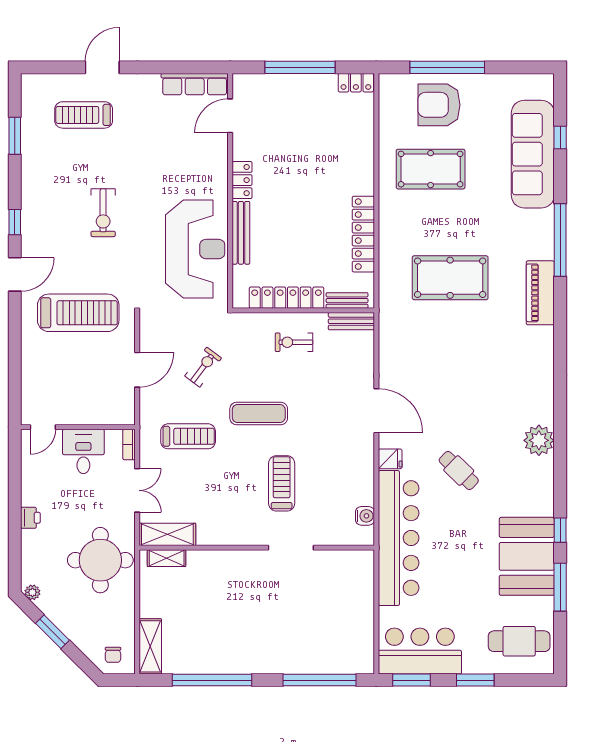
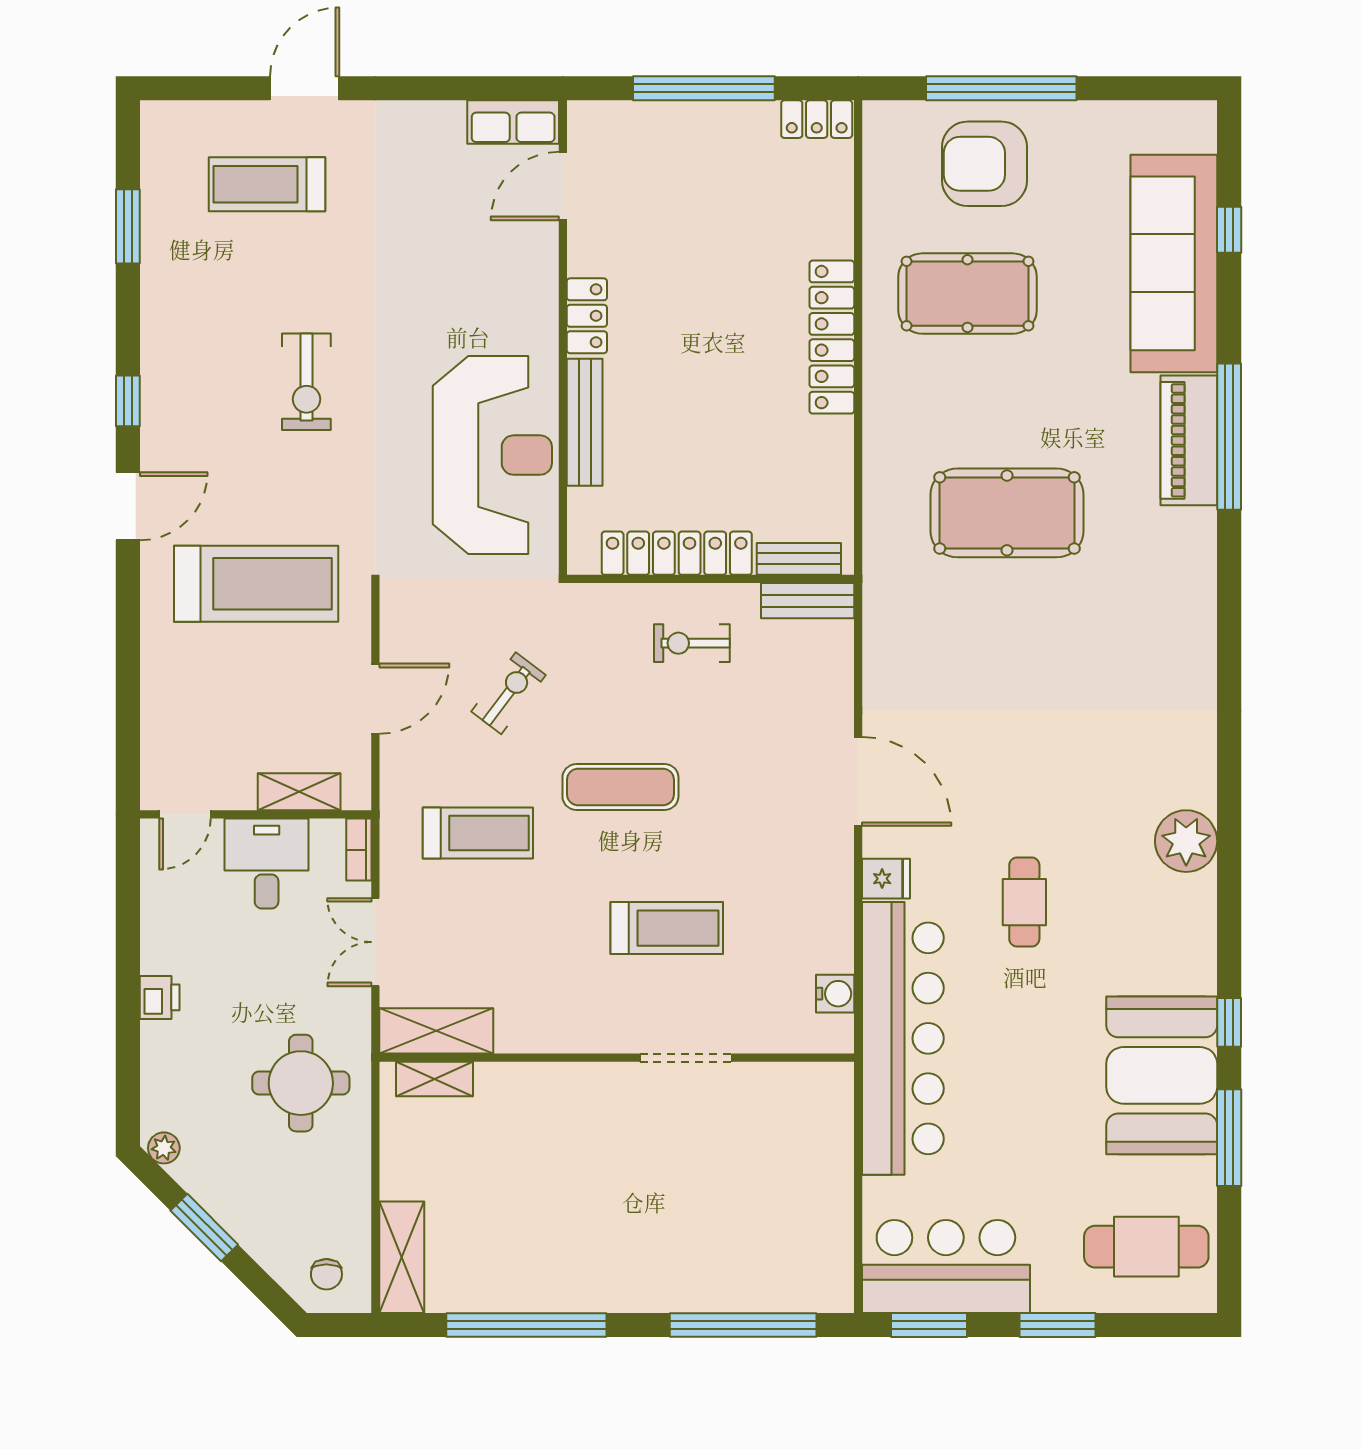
row of seats: (195, 84) -> (513, 122), width x0.68
locker: (363, 234) -> (832, 337), moved
piano: (540, 293) -> (1189, 440), moved
shelving: (100, 416) -> (299, 792), added
cafe table: (459, 470) -> (1024, 902), turned 46
treadmill: (282, 483) -> (667, 928), turned 90
double door: (137, 490) -> (375, 942), swing flipped
round table: (100, 560) -> (301, 1083), width x0.73, depth x0.73

